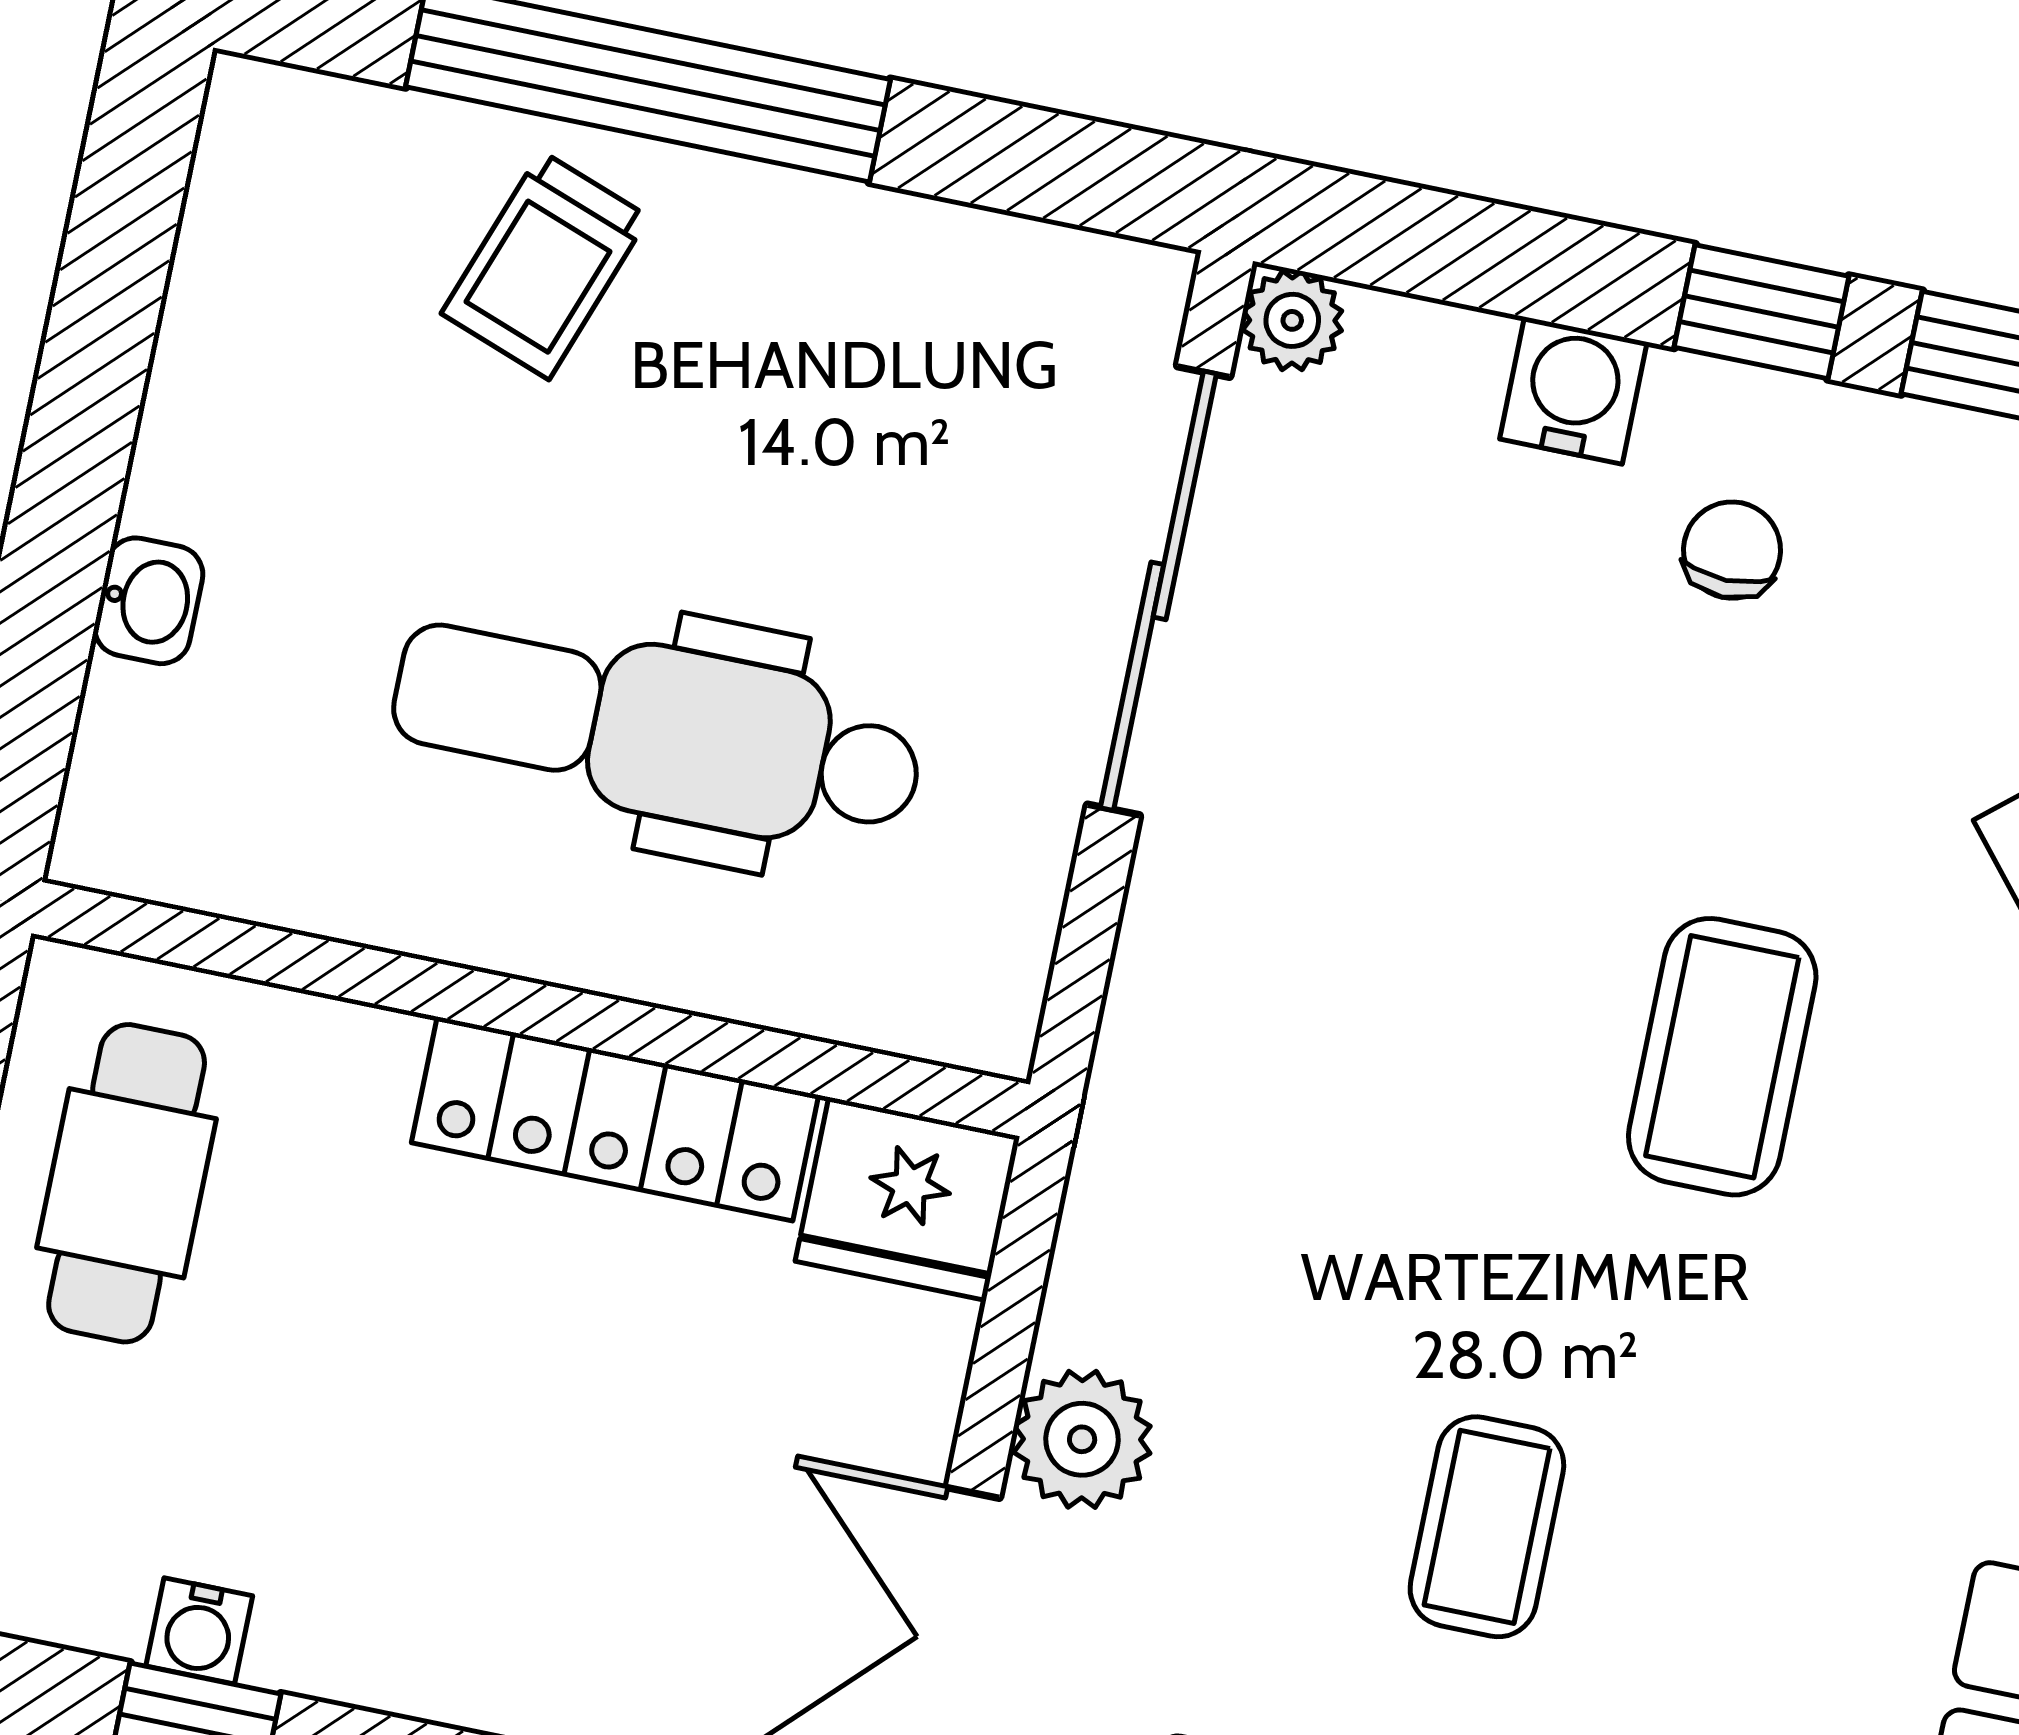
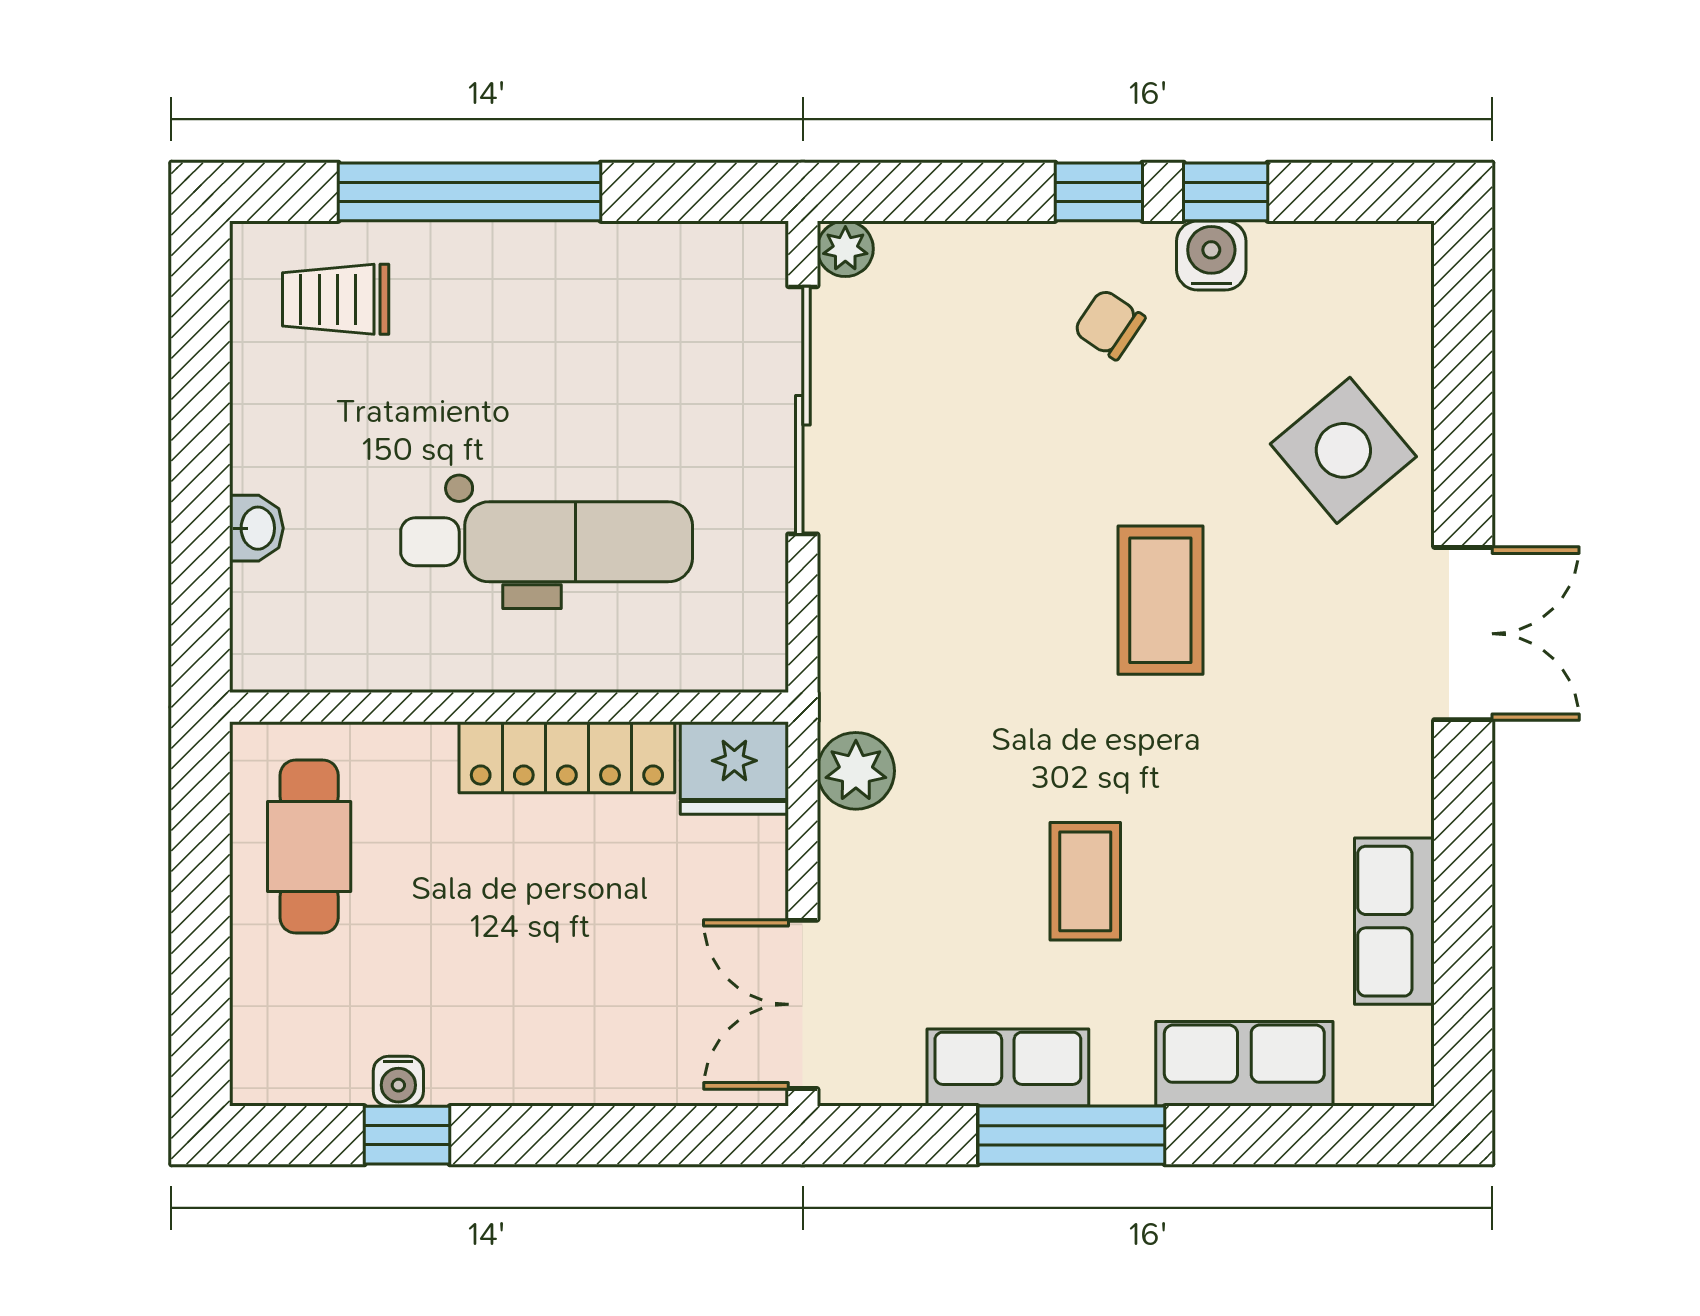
trolley: (545, 265) -> (336, 299), moved, turned 70
water cooler: (1573, 390) -> (1211, 255), moved
chair: (1732, 550) -> (1109, 324), turned -56
dental chair: (657, 730) -> (547, 542), turned 180
plant: (1082, 1439) -> (856, 771), moved

